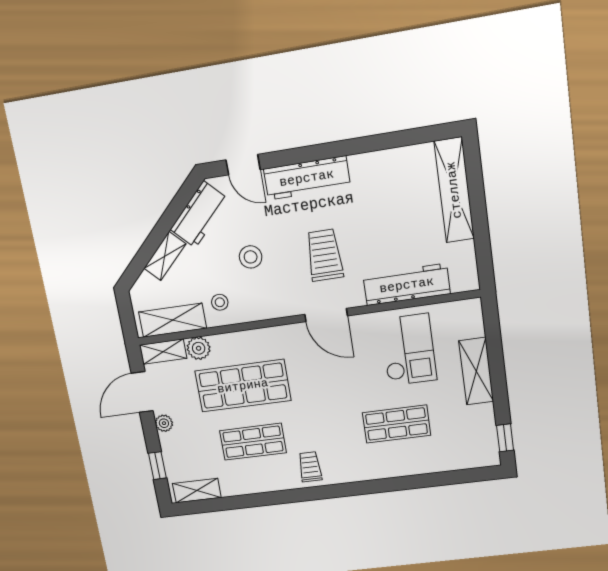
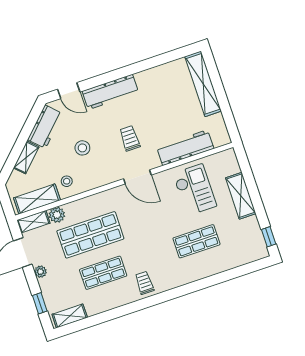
trolley: (324, 255) -> (130, 138), width x0.73, depth x0.72

